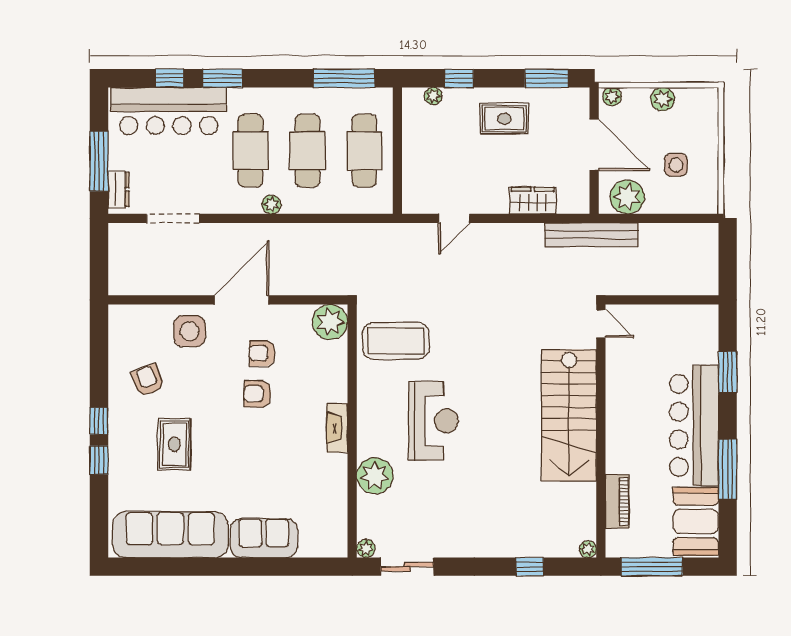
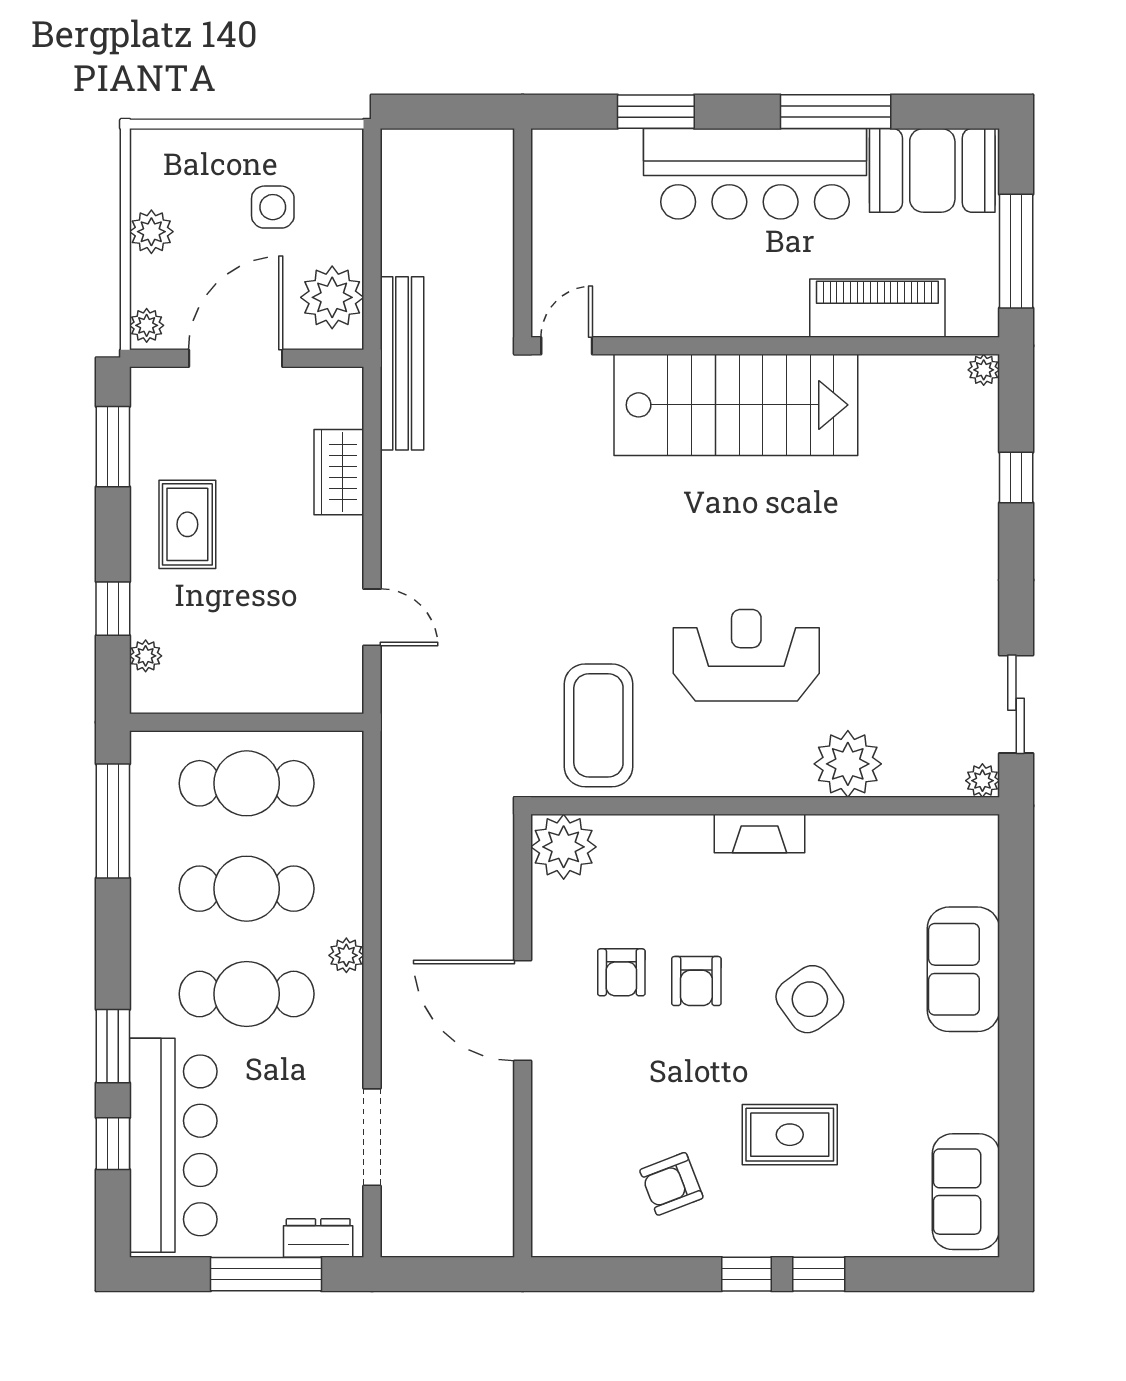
side table: (190, 331) -> (810, 999), moved, turned -36
piano: (617, 501) -> (877, 308), width x1.37, depth x1.33
sofa: (170, 535) -> (966, 1192), width x0.54, depth x0.79

